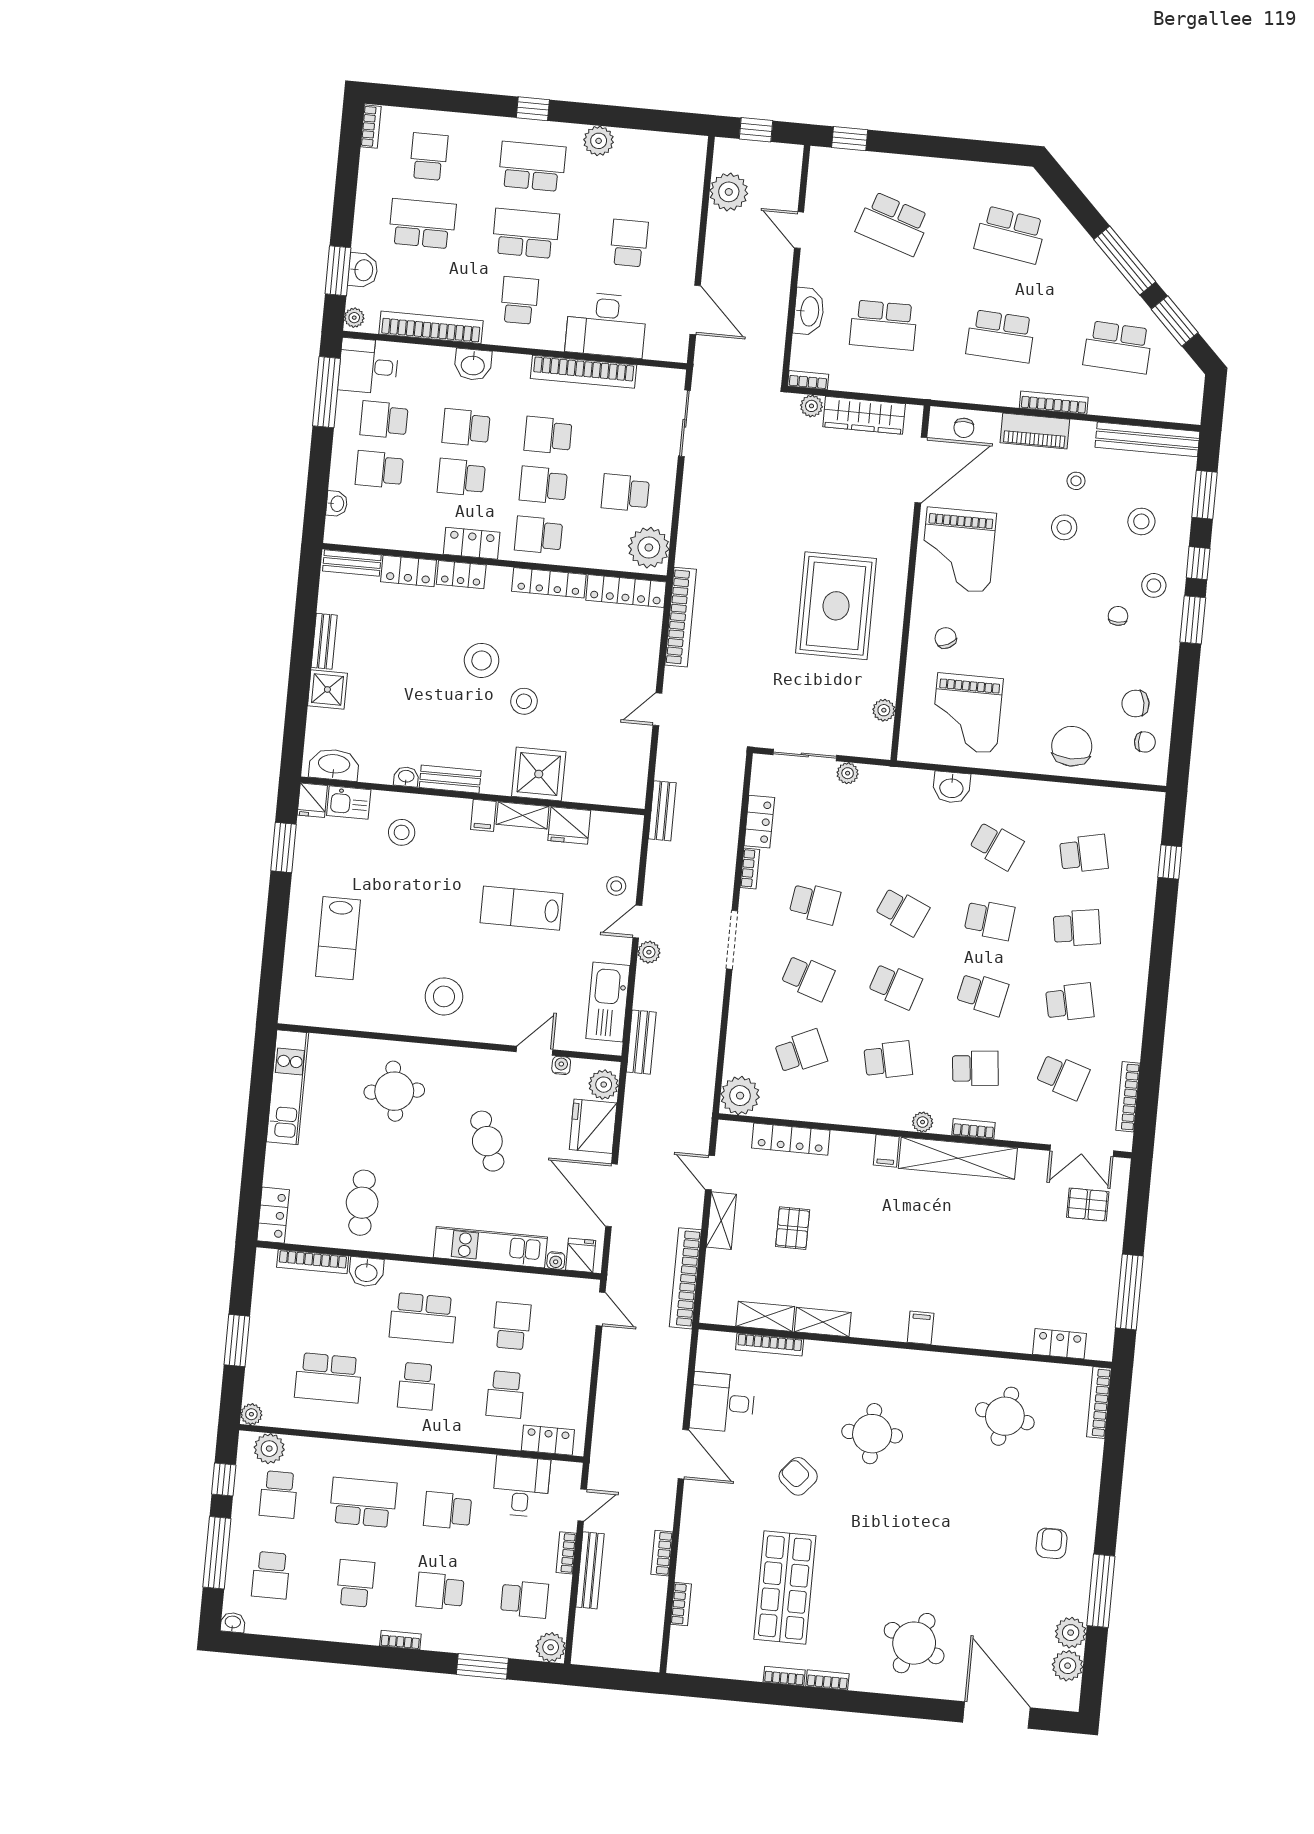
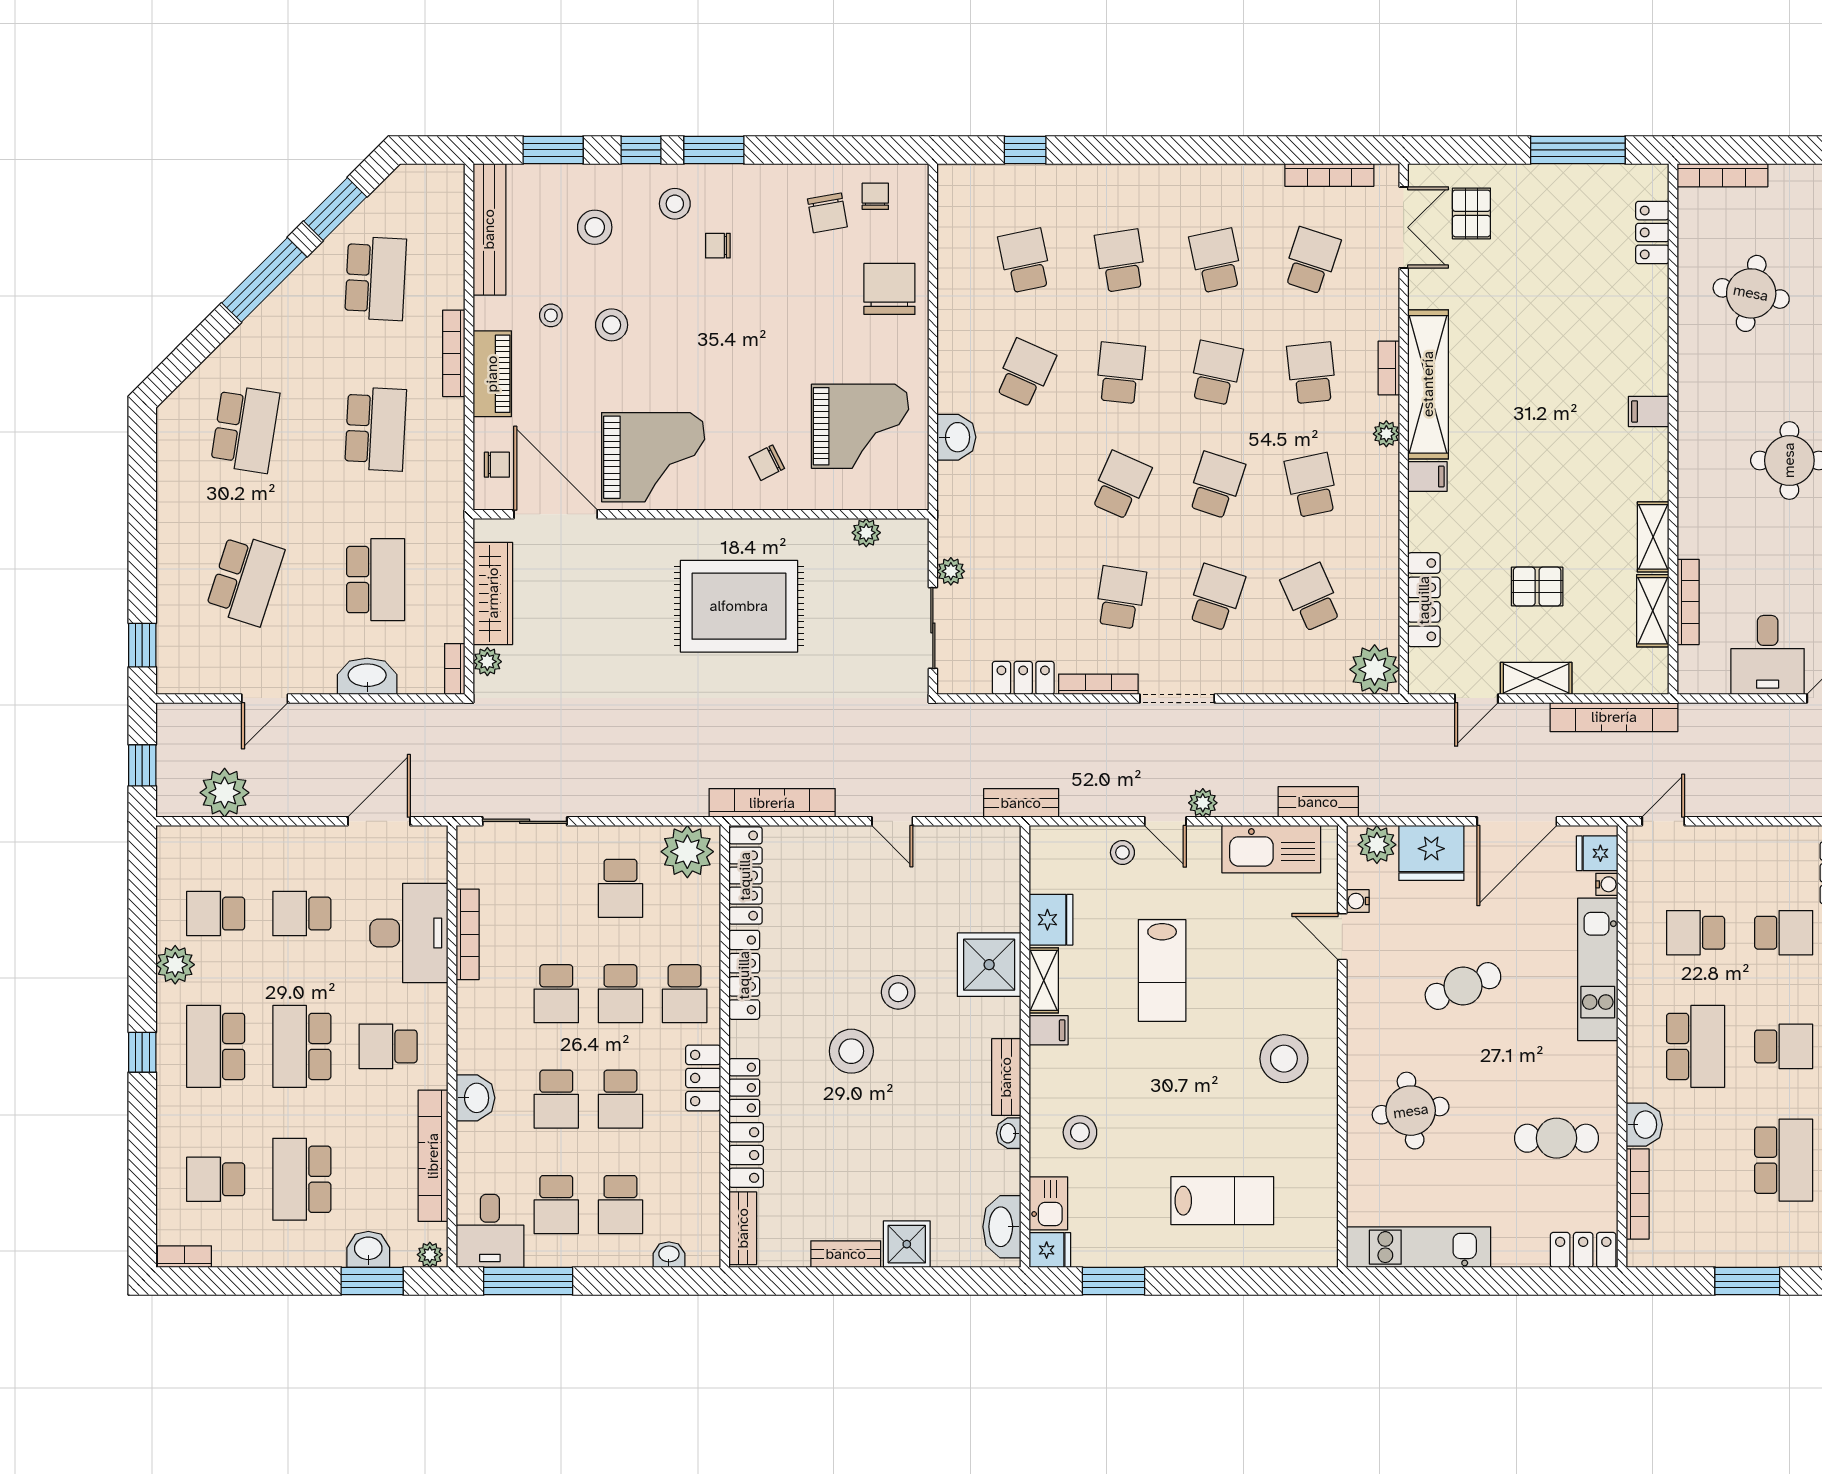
school desk: (635, 176) -> (216, 914), added
bookcase: (584, 372) -> (468, 934), width x0.68, depth x0.76
chair: (1072, 746) -> (889, 289), turned 90
bookcase: (750, 868) -> (1098, 684), width x1.56

